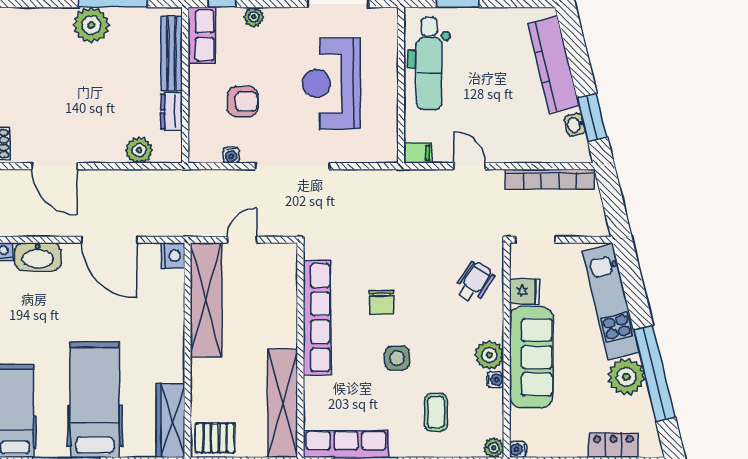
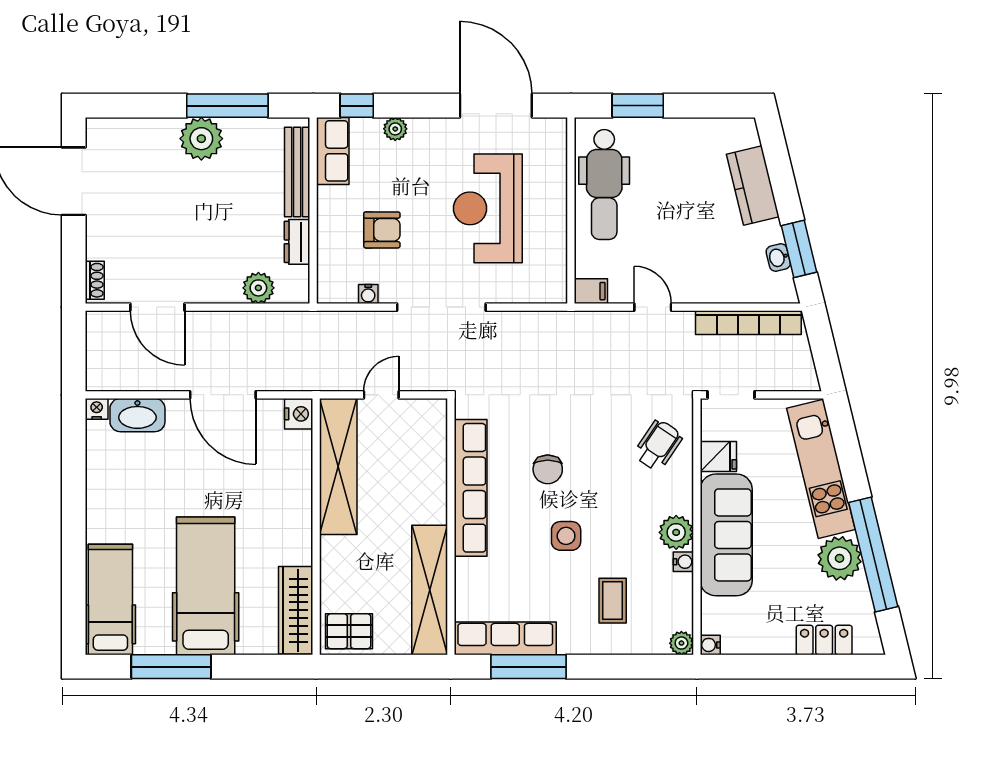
kitchen counter: (553, 64) -> (753, 186), width x0.67

